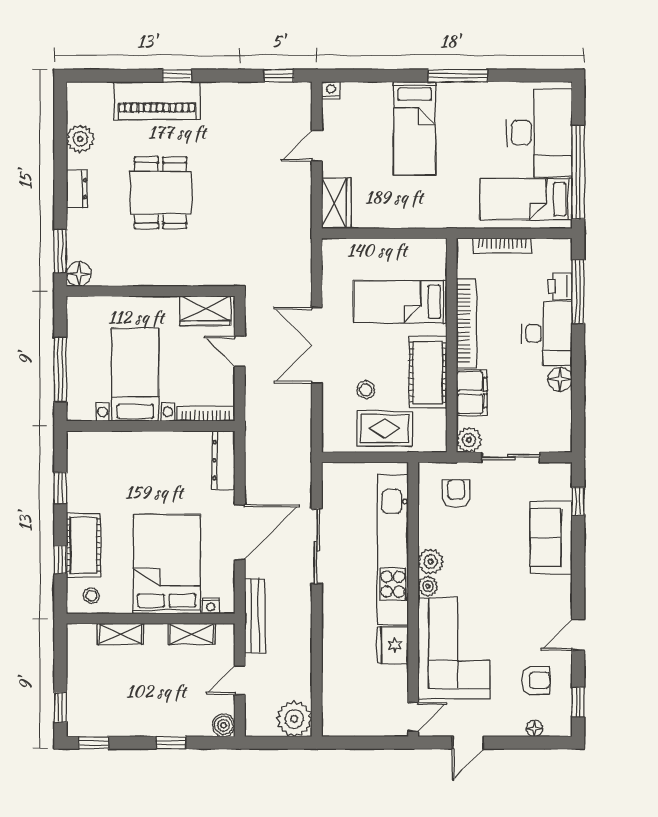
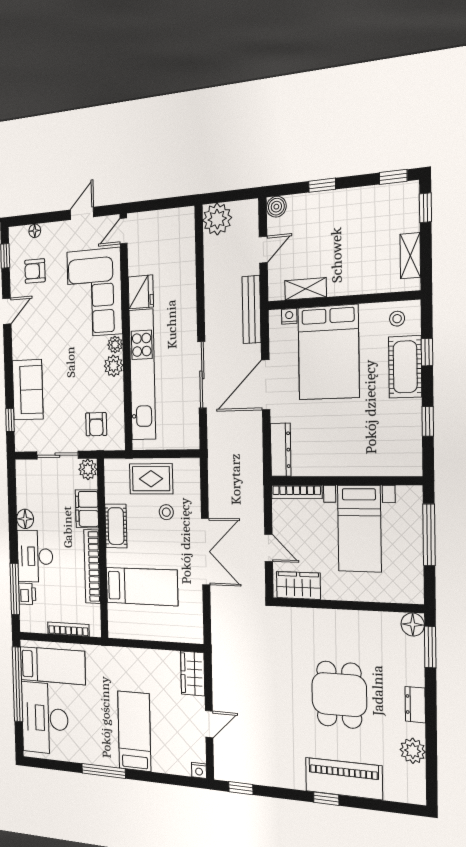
cot: (428, 372) -> (116, 526), width x0.73, depth x0.75
shelving: (120, 634) -> (410, 256), moved, turned 90

